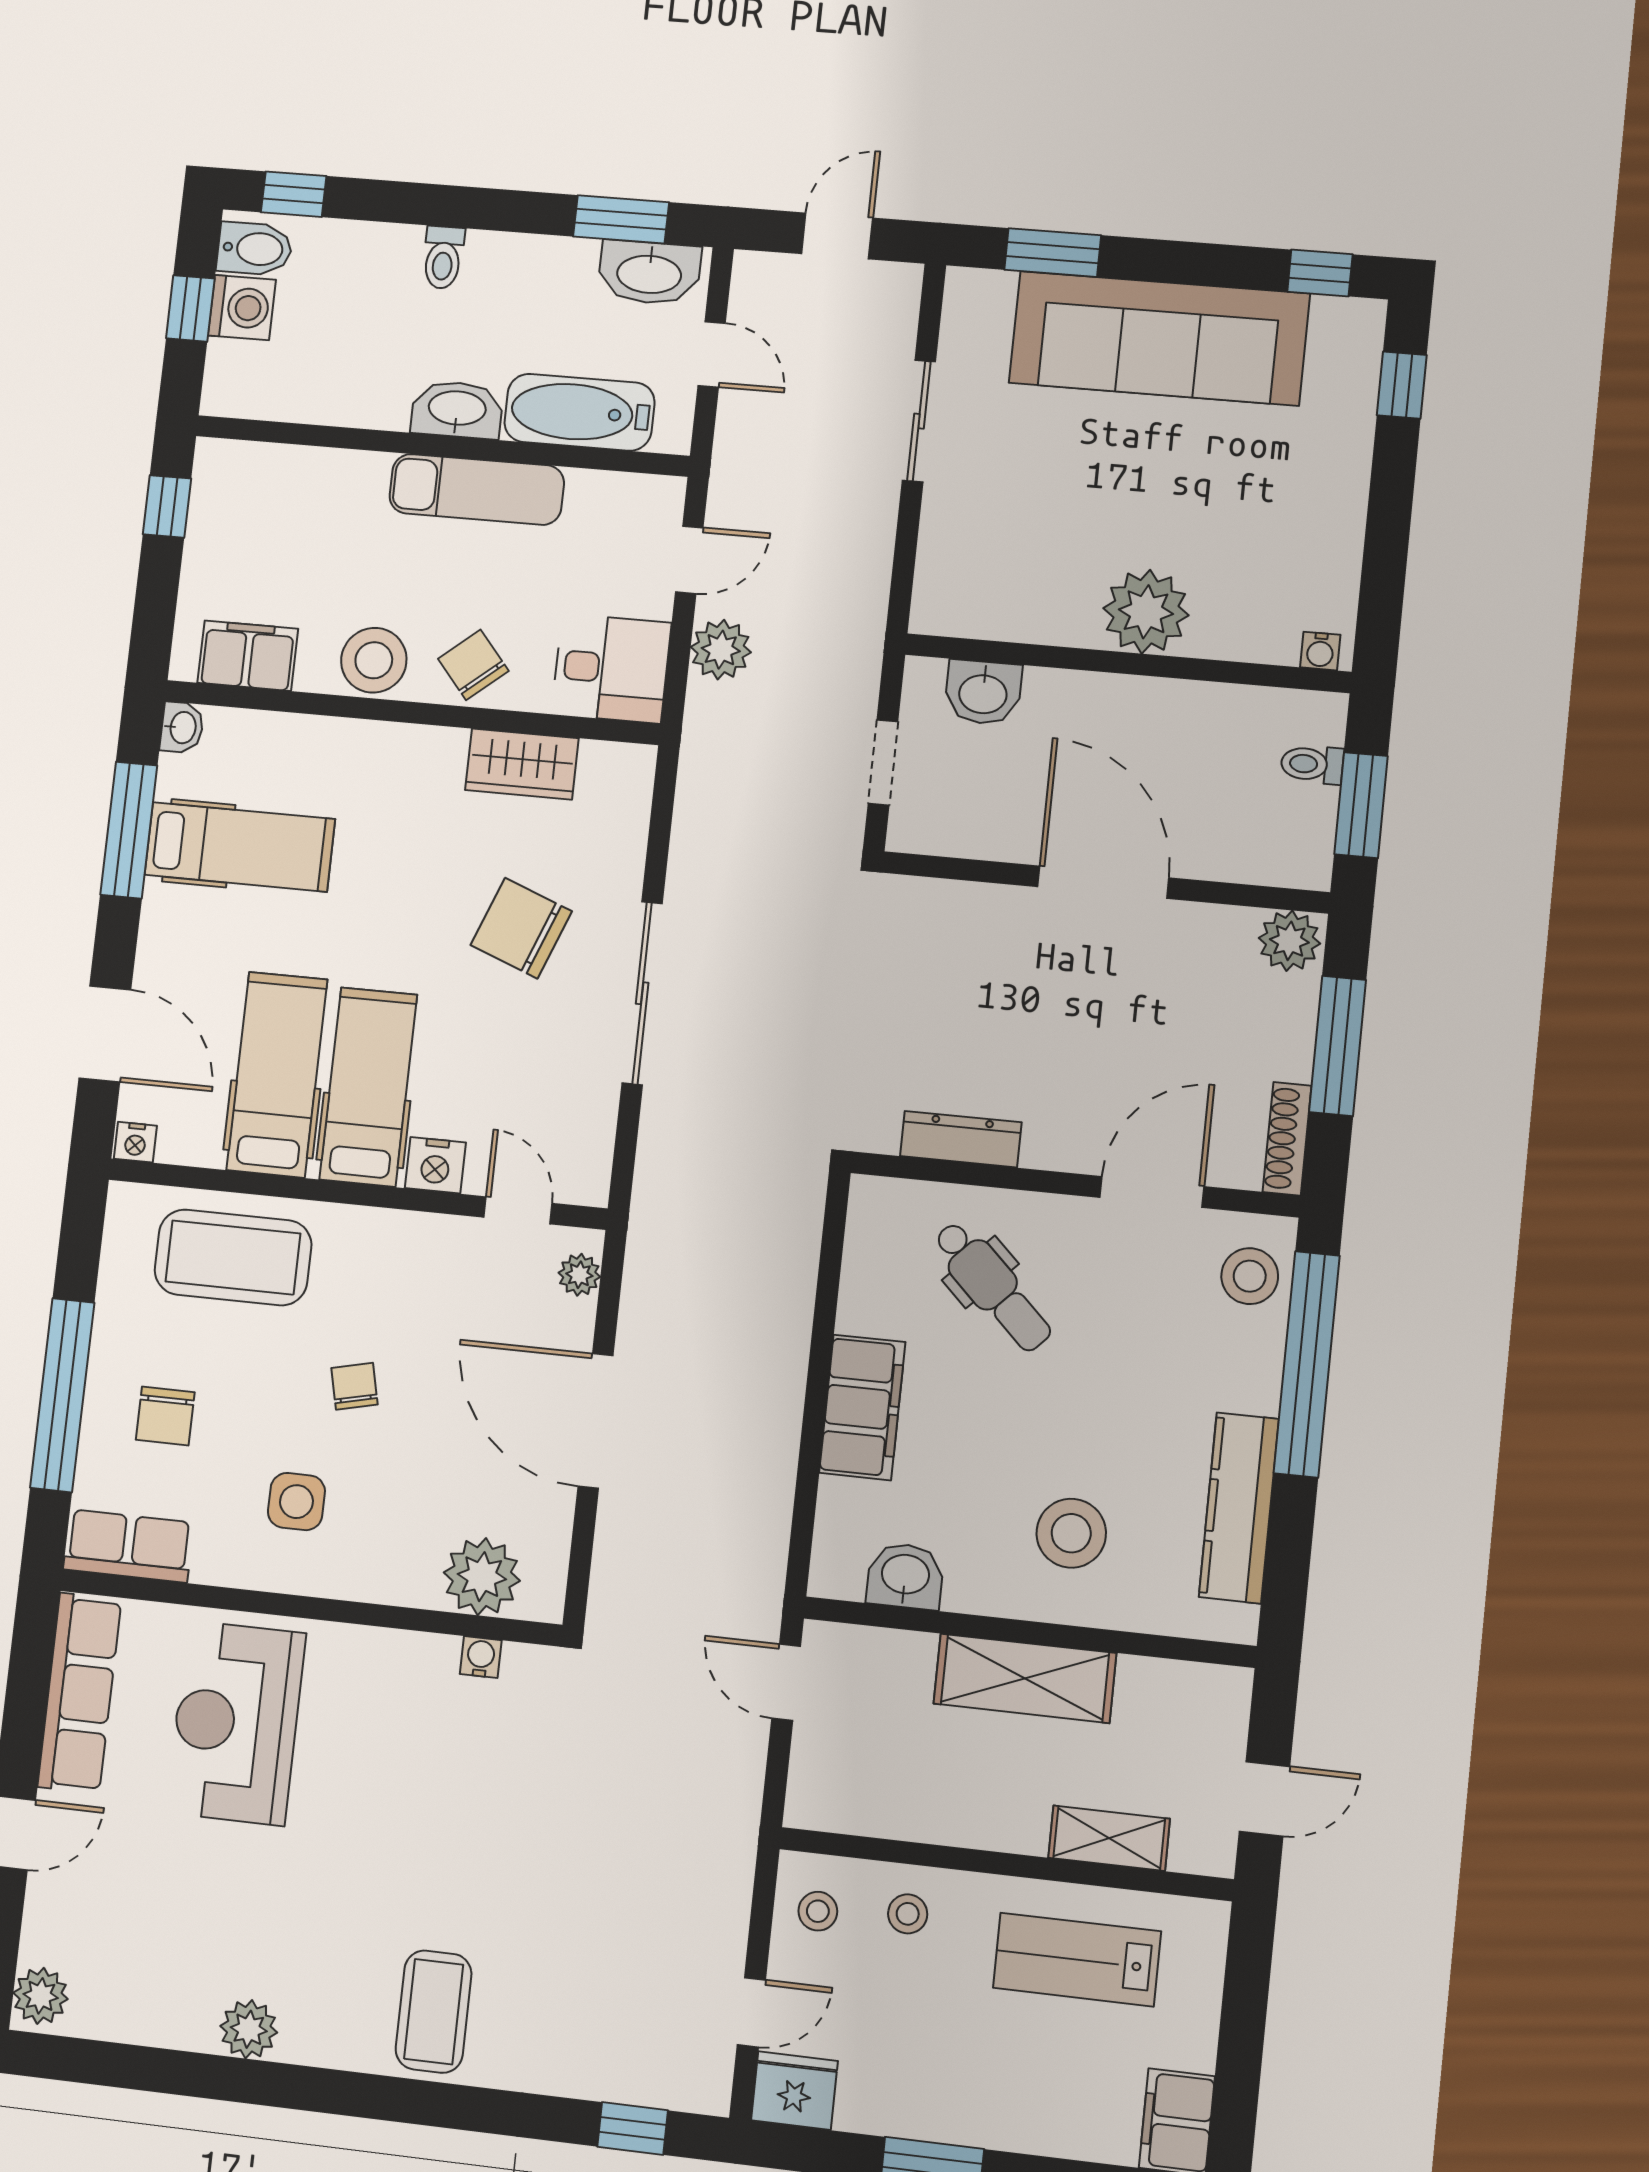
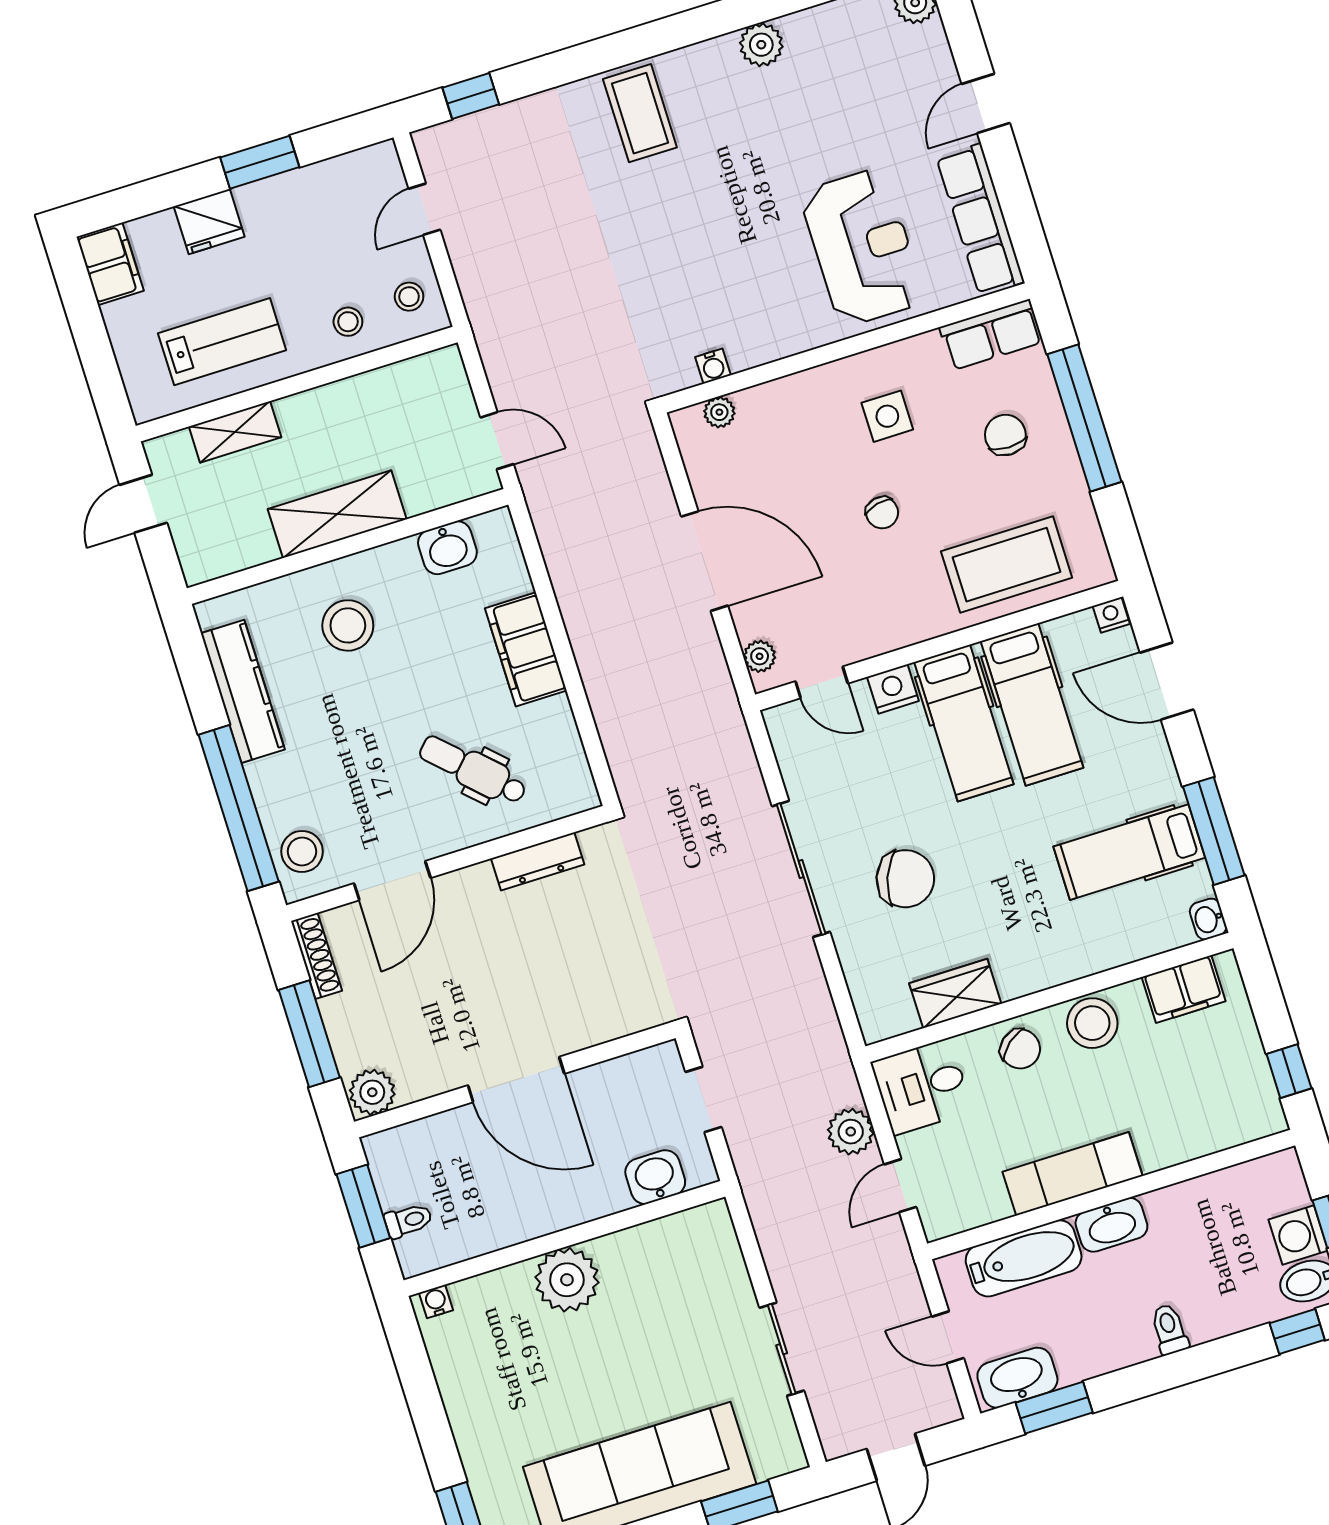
plant: (482, 1577) -> (719, 412), width x0.53, depth x0.53
fridge: (794, 2091) -> (209, 221), moved

